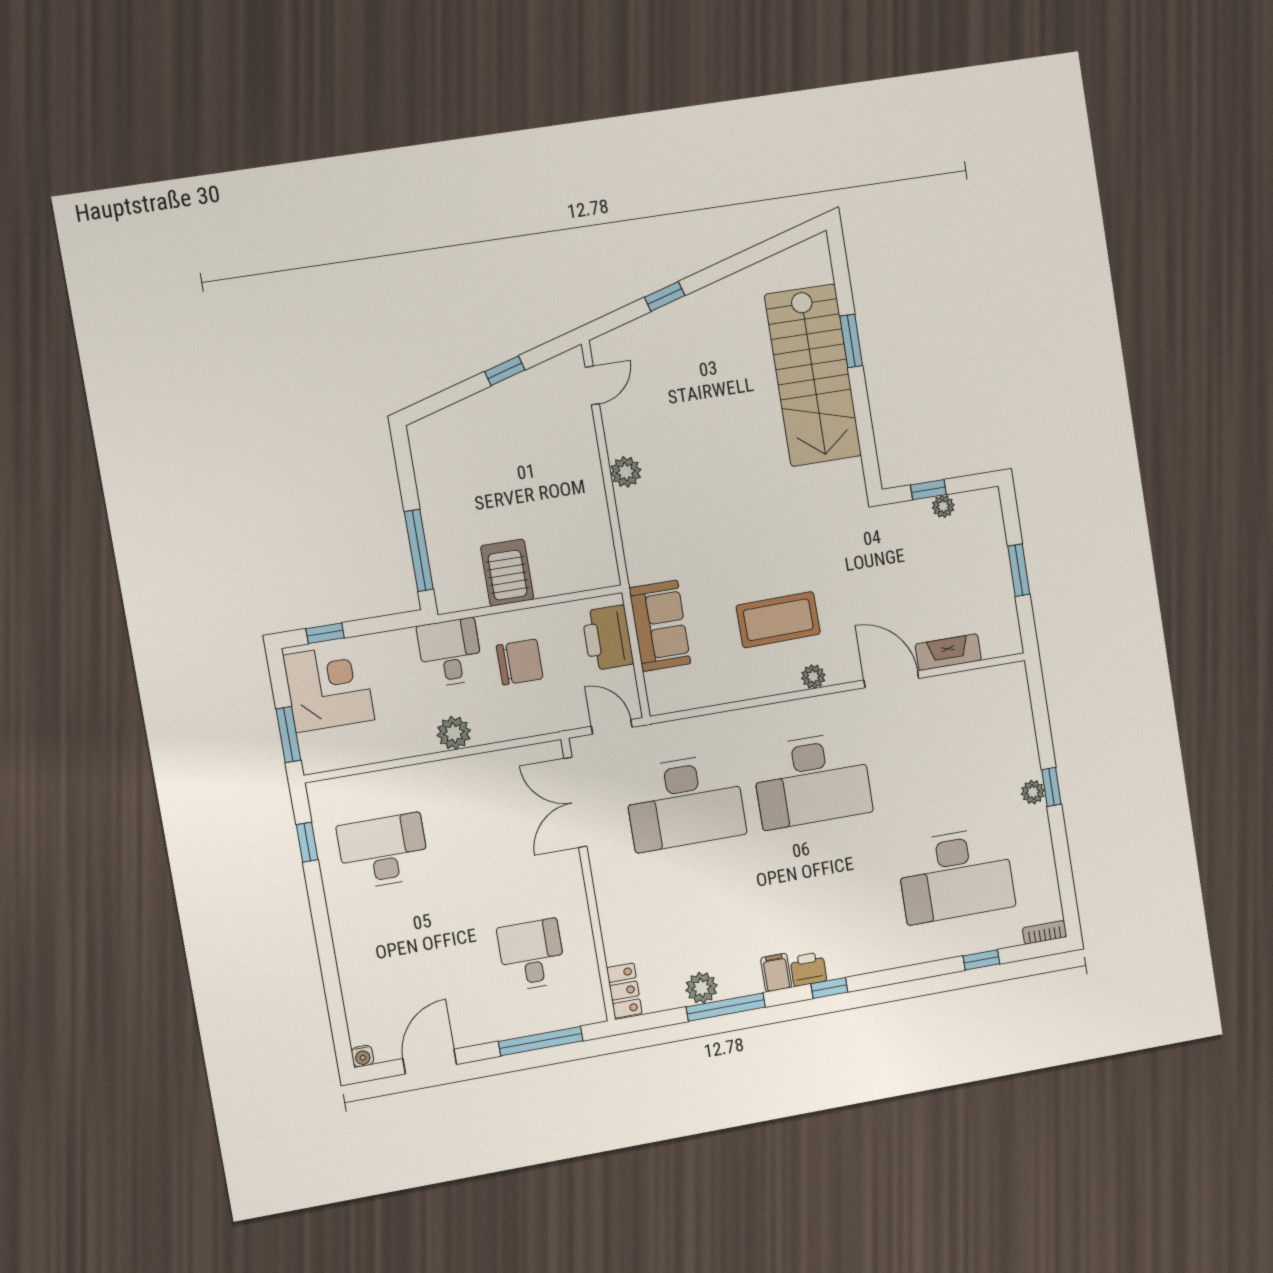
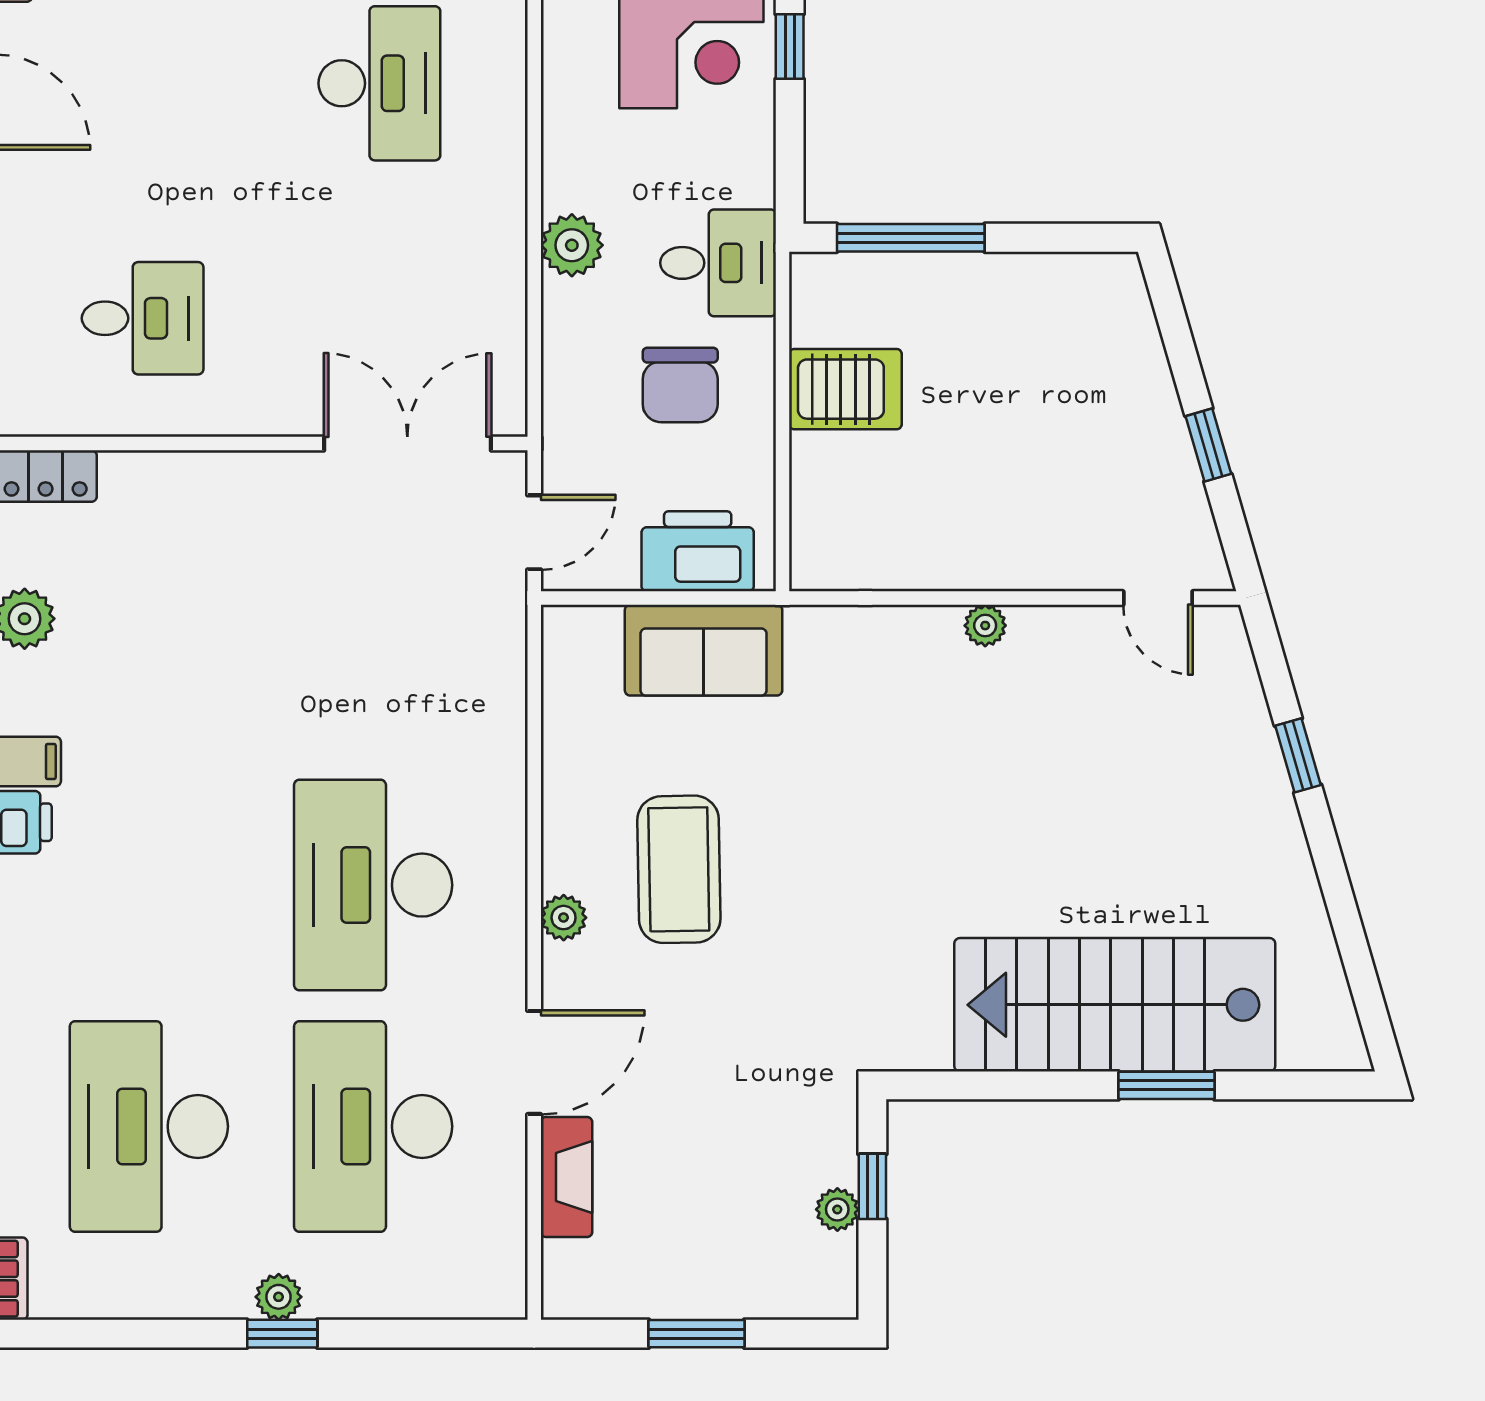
plant: (626, 472) -> (985, 626), width x0.73, depth x0.73
desk: (685, 802) -> (373, 1126), moved

